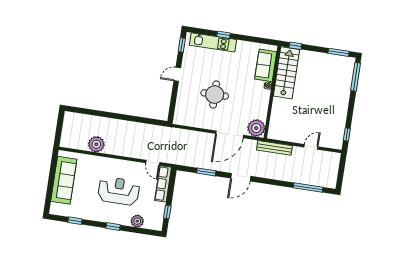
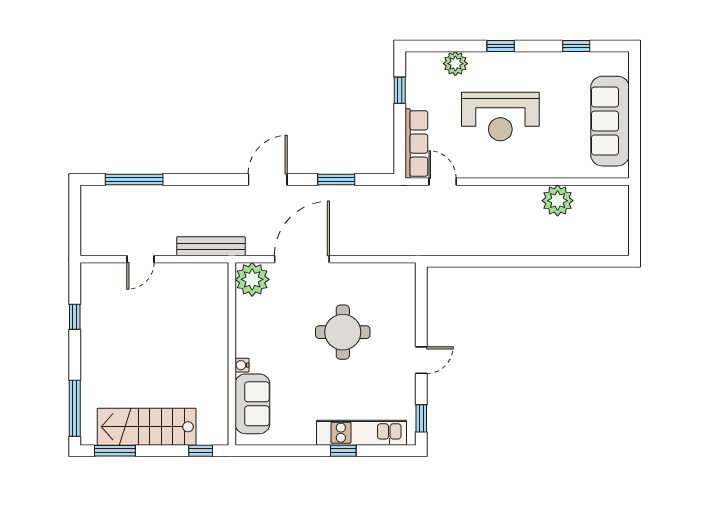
stairs: (286, 73) -> (147, 427), moved, turned 90
window: (347, 134) -> (75, 317), moved

